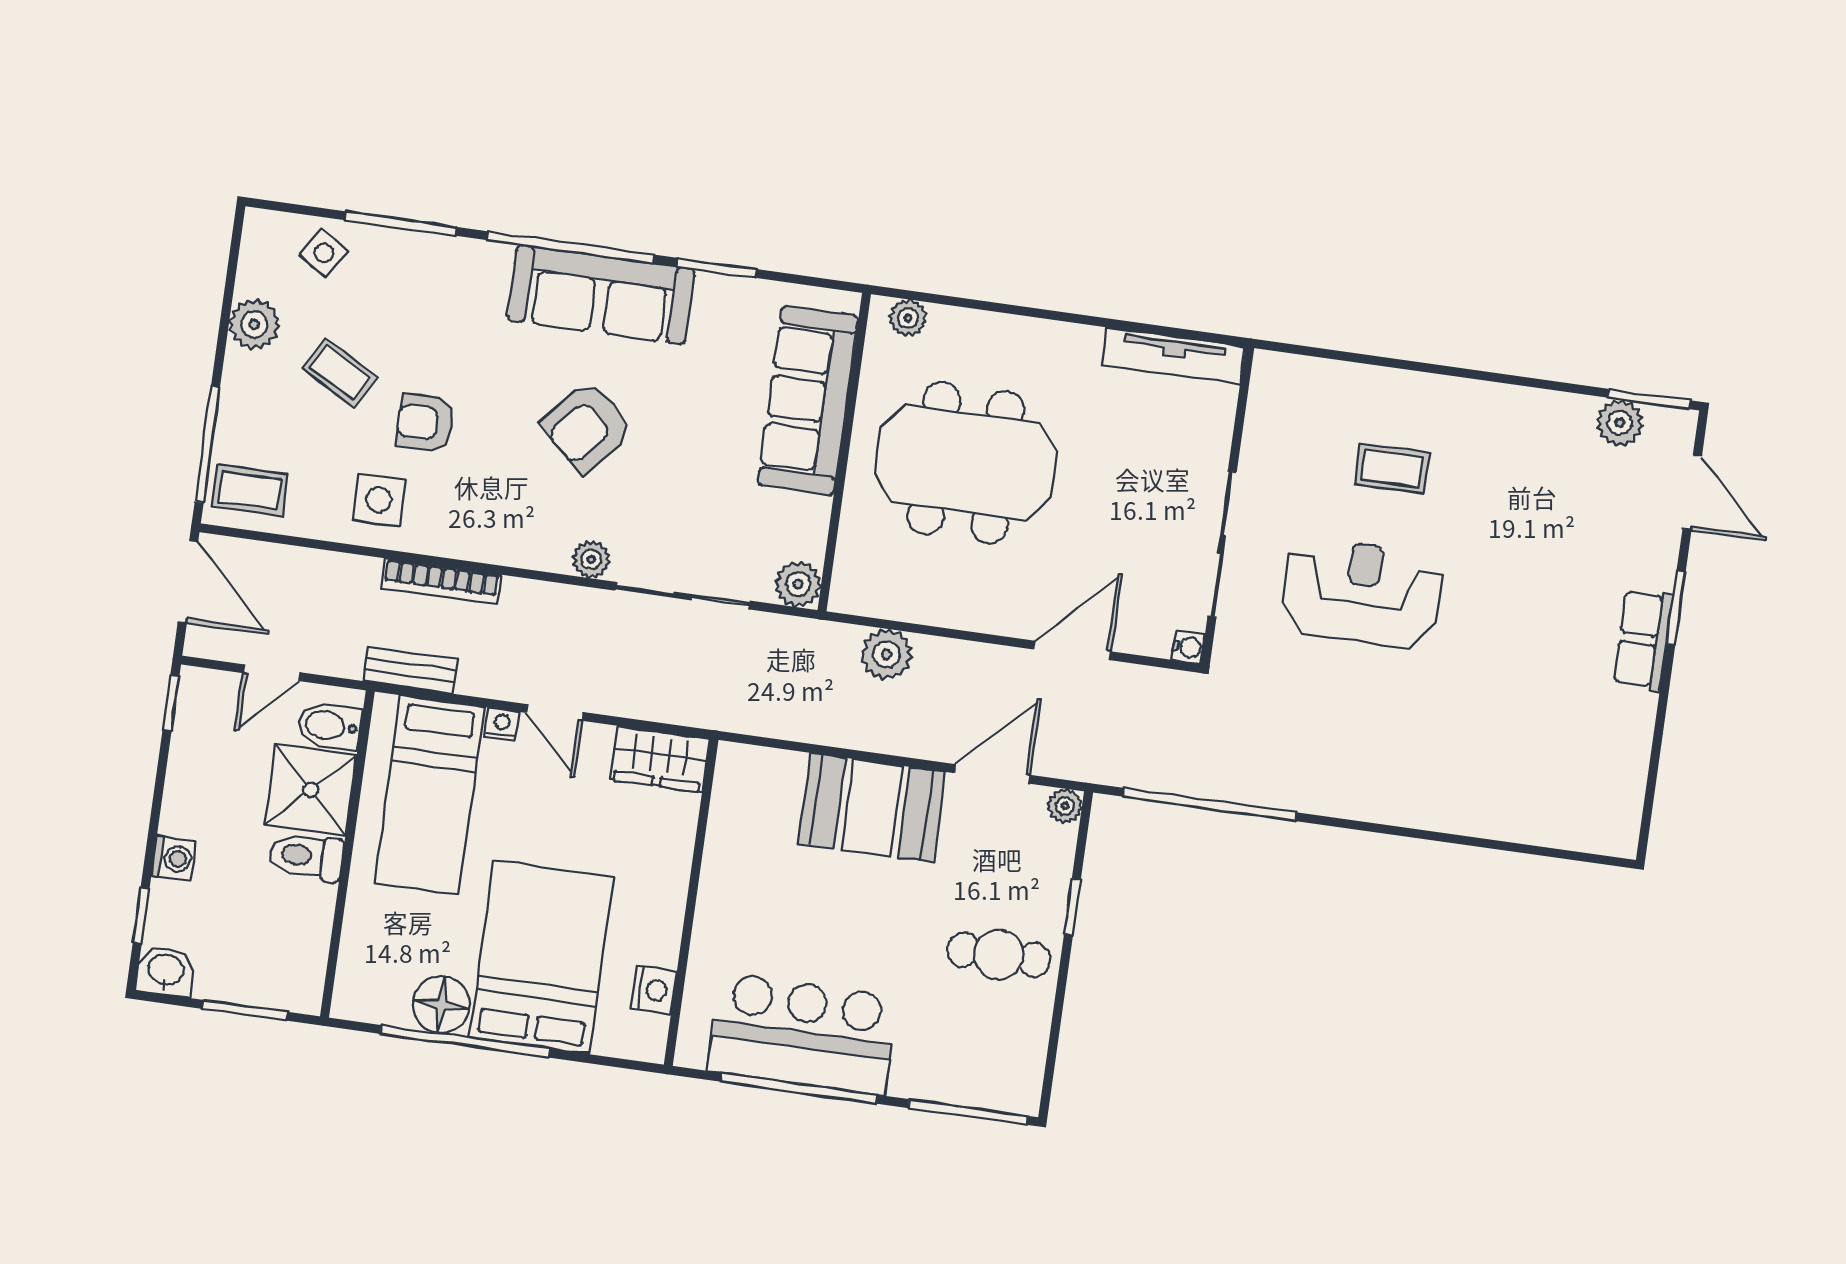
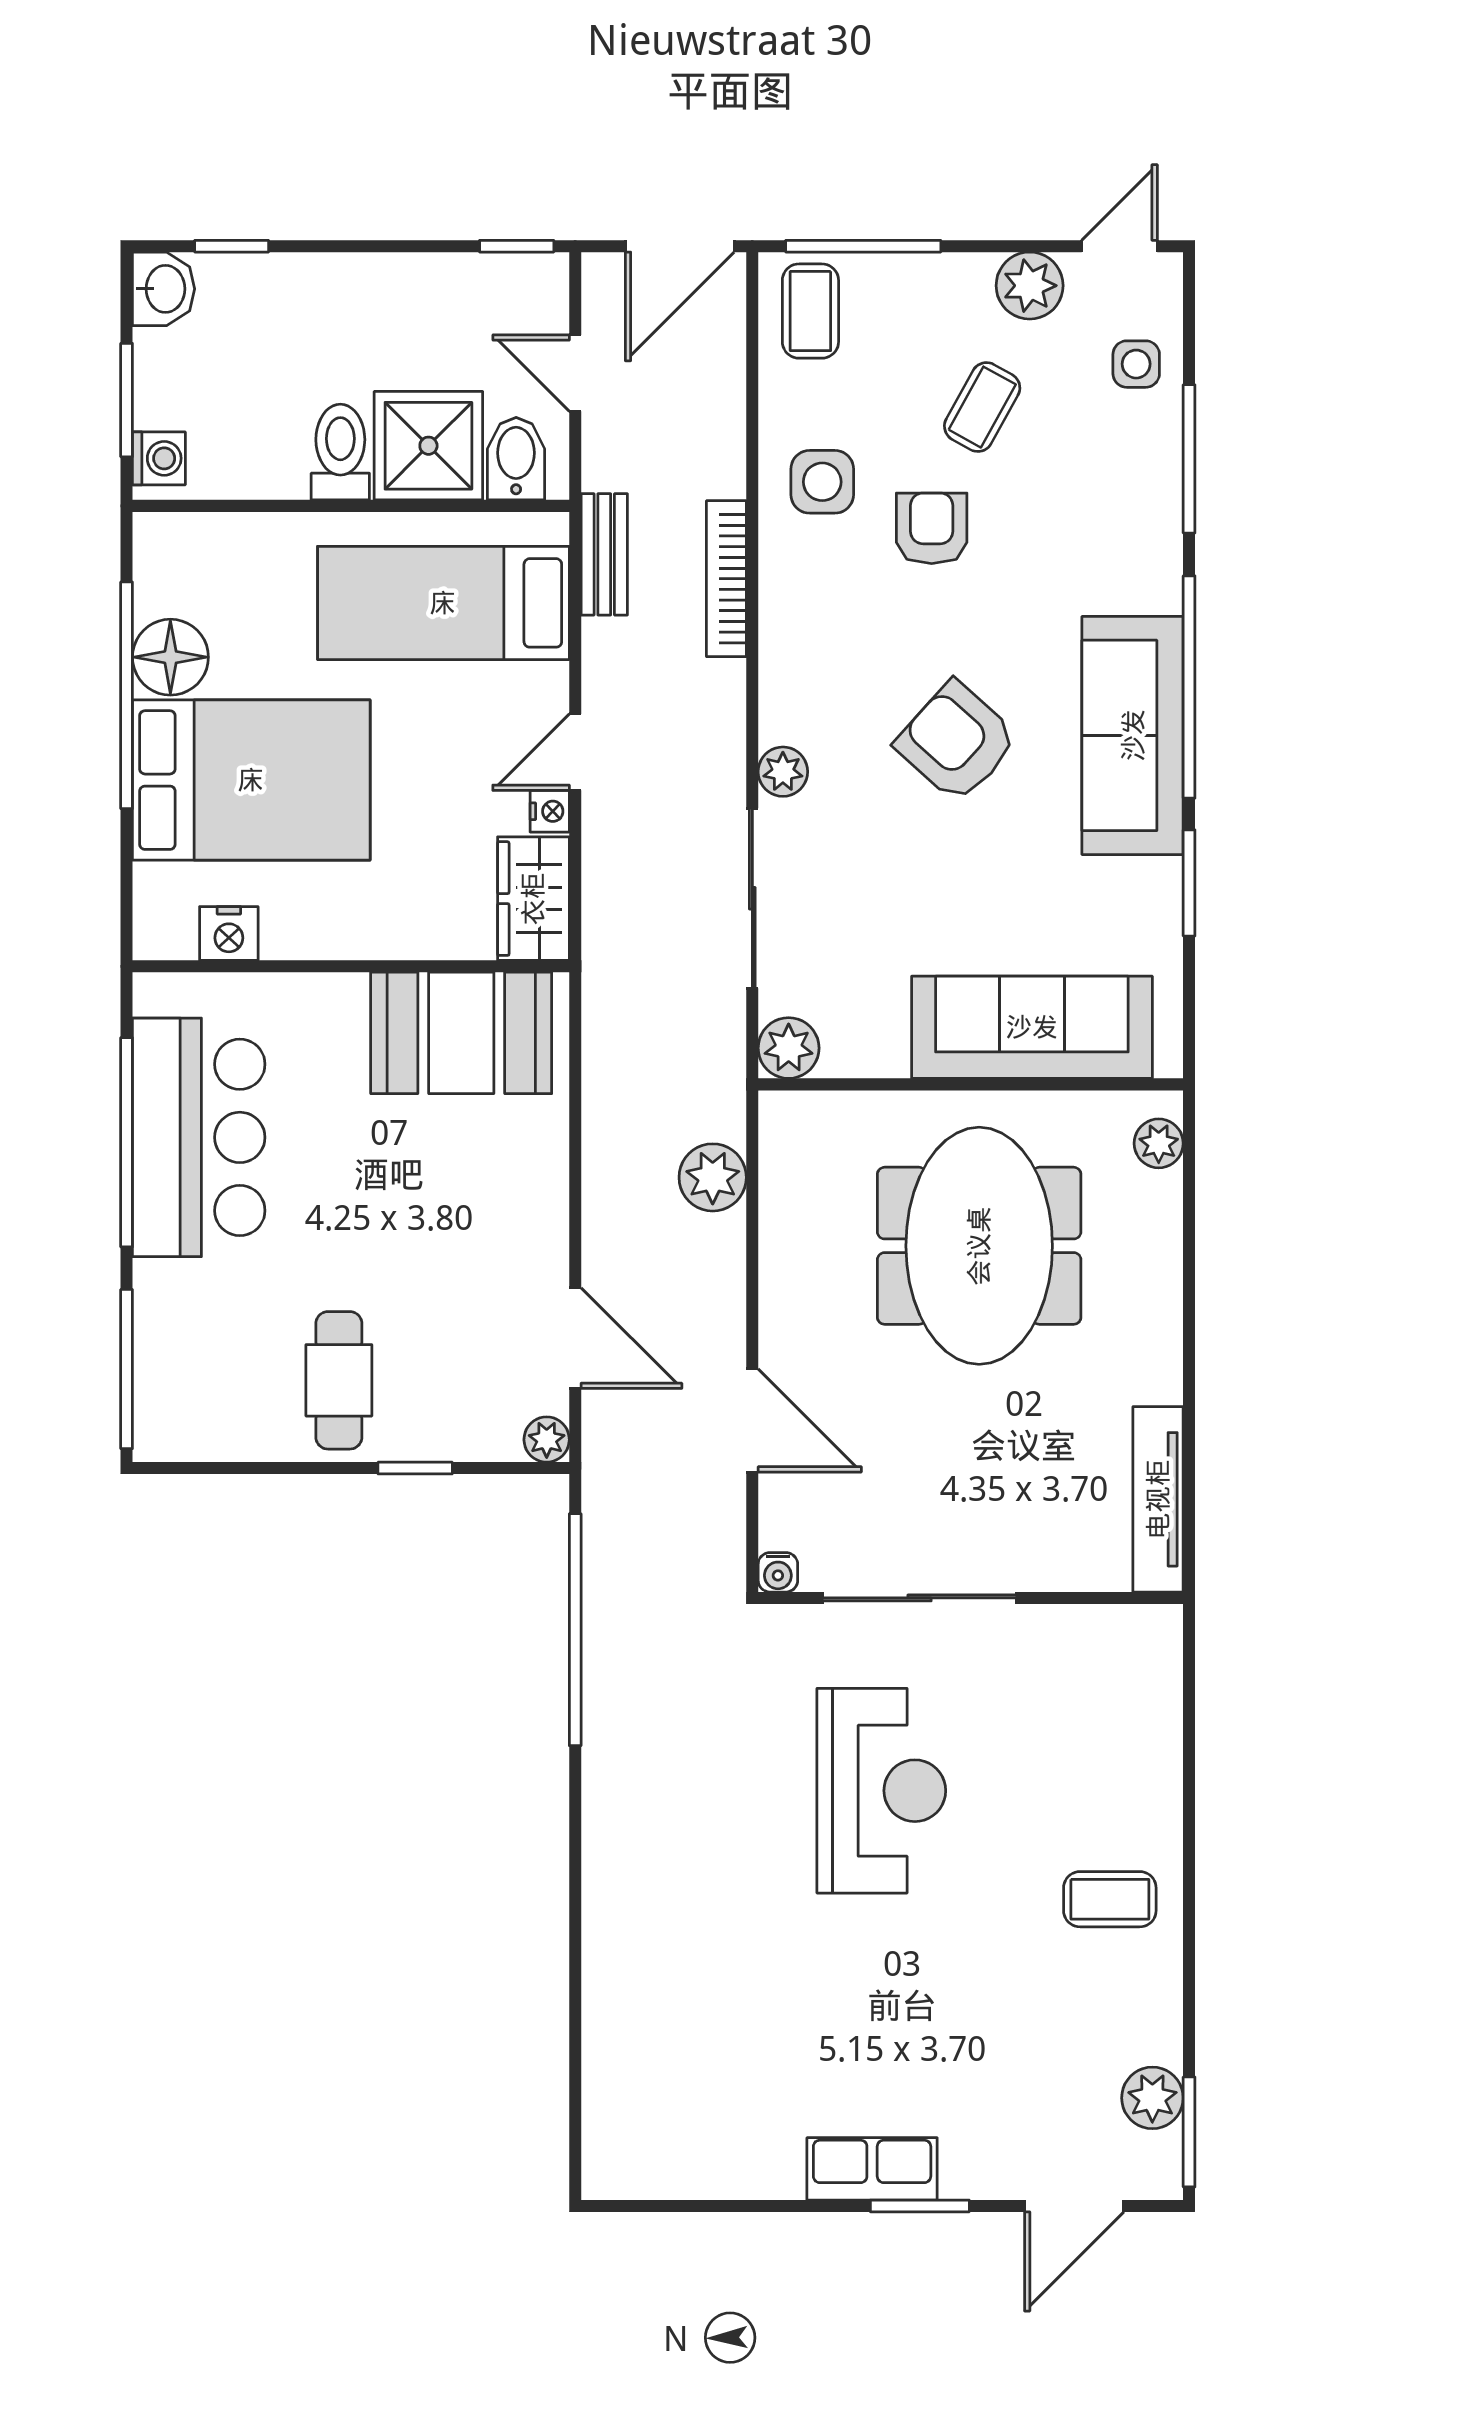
door: (234, 253) -> (1119, 246), added
side table: (324, 253) -> (1136, 364), turned -33
coffee table: (1392, 469) -> (1110, 1899), moved, turned 90
nightstand: (502, 724) -> (550, 811), moved
booth: (872, 808) -> (461, 1033), moved, turned 90
washing machine: (174, 858) -> (159, 458), moved, turned -90

